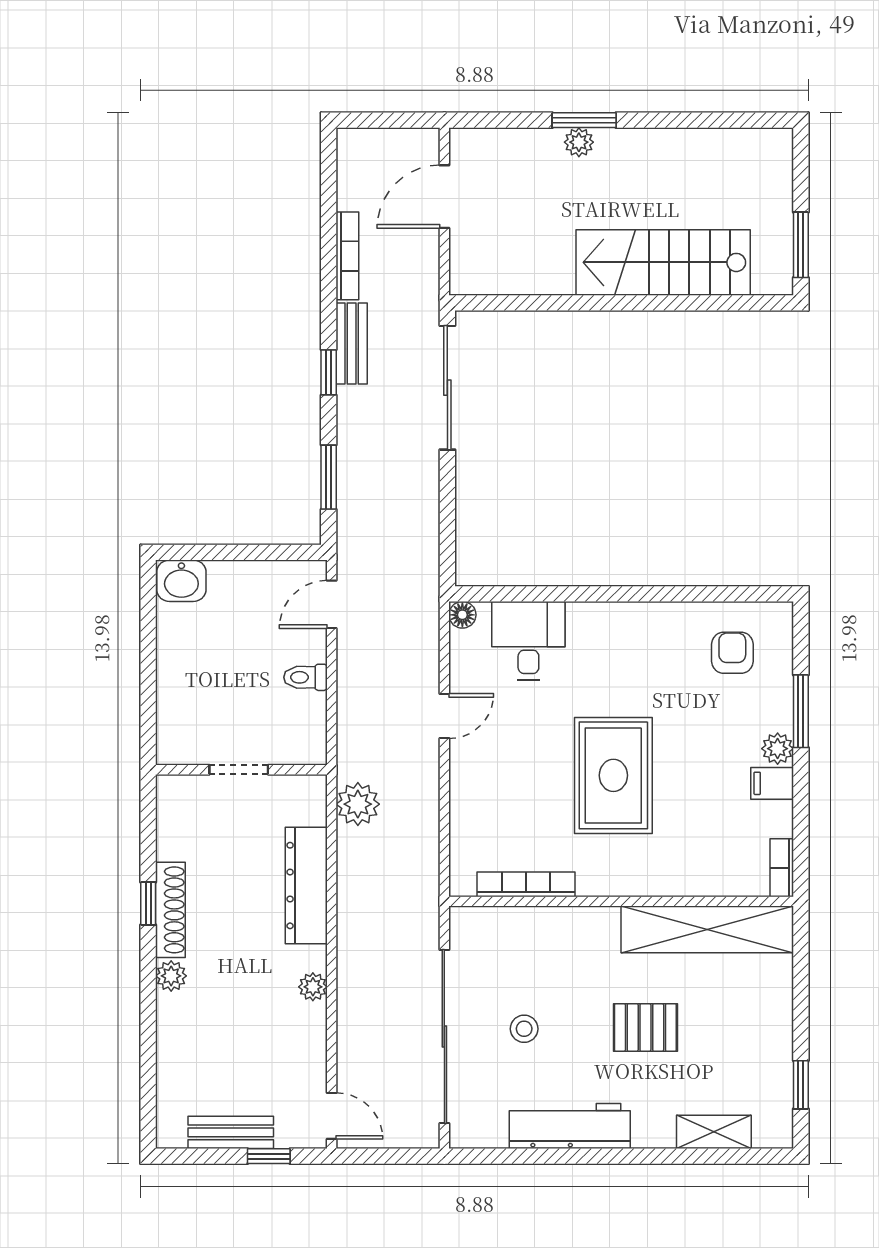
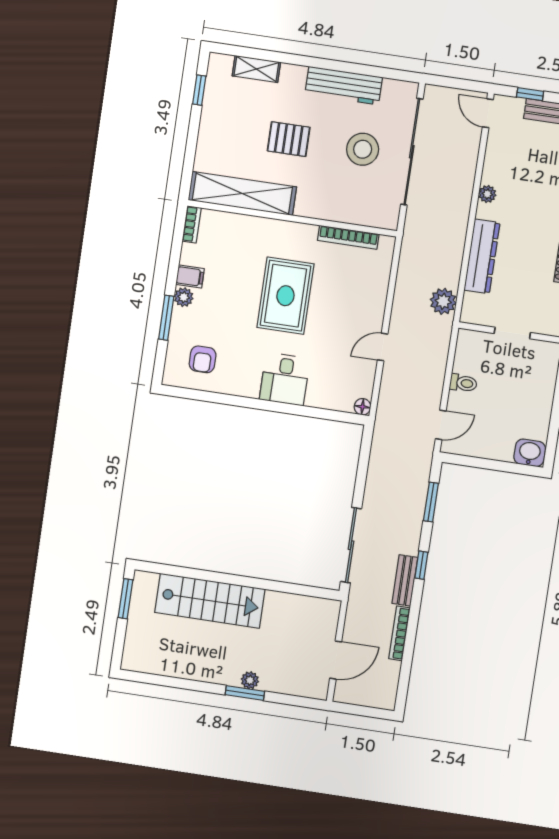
desk: (528, 641) -> (285, 379), moved
stool: (524, 1029) -> (363, 149), width x1.89, depth x1.89

